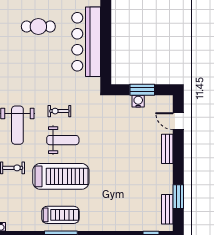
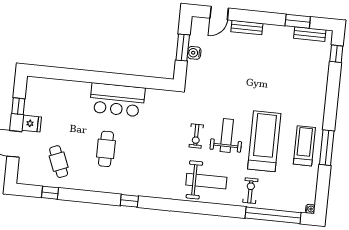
bar counter: (86, 42) -> (117, 100), width x0.73

